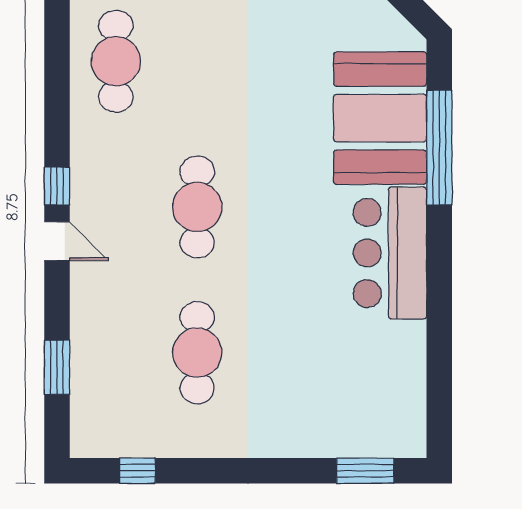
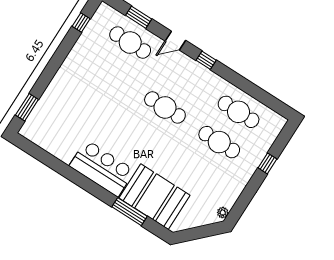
cafe table: (197, 61) -> (219, 142), added
window: (439, 148) -> (129, 212), width x0.68
door: (57, 241) -> (175, 41), moved
cafe table: (197, 353) -> (130, 43), moved

